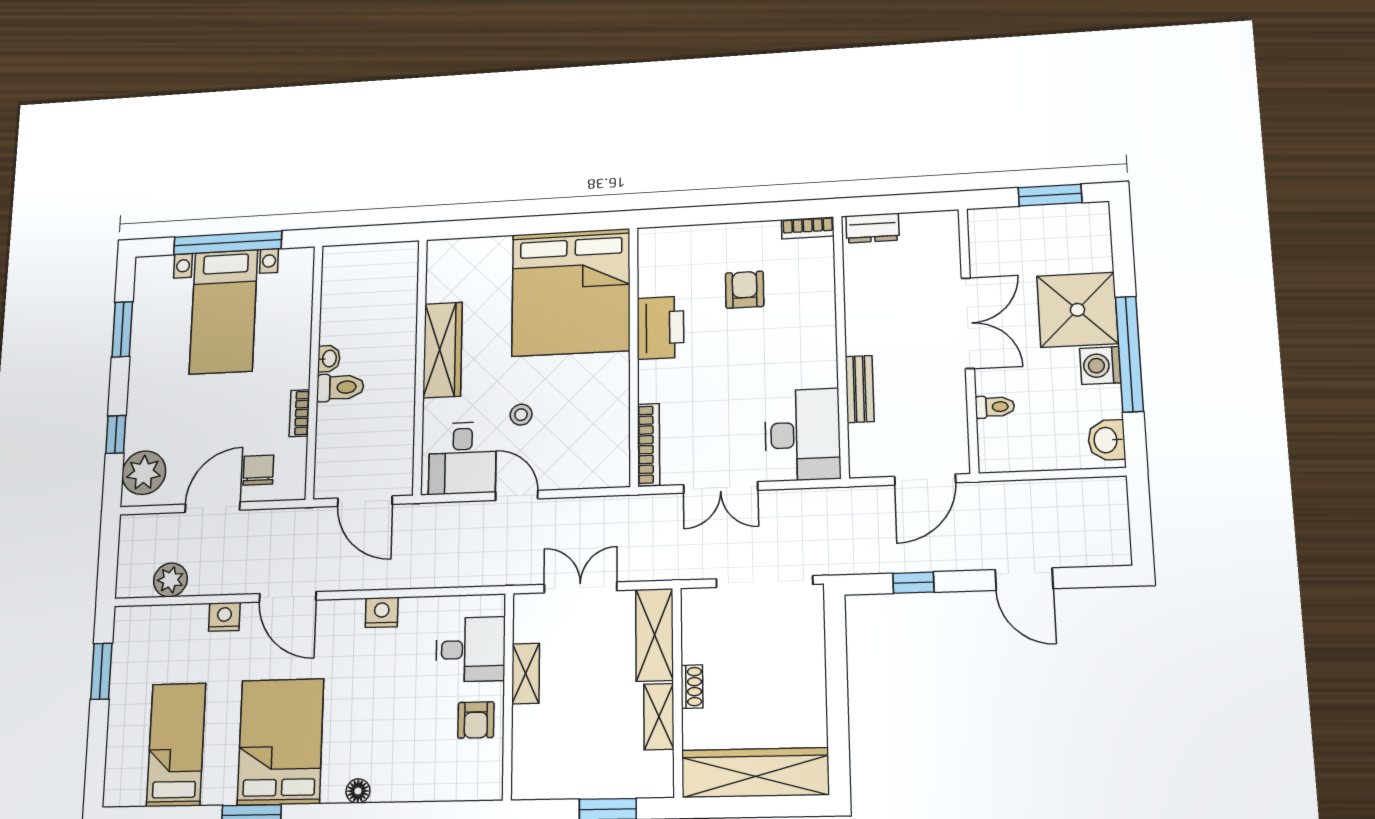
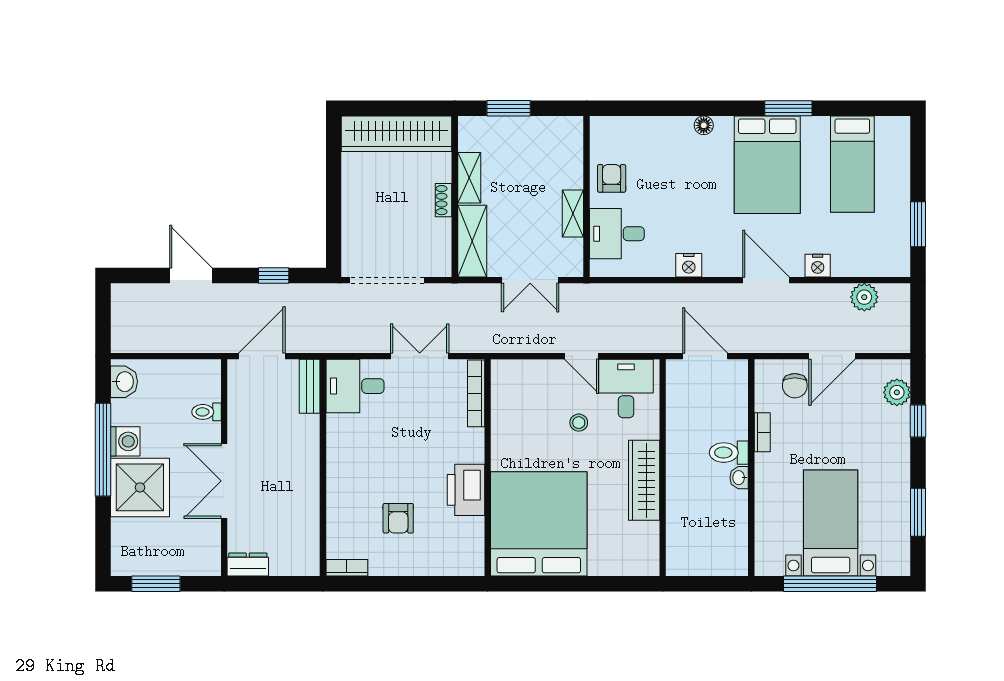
dresser: (873, 228) -> (248, 565), moved
bench: (860, 389) -> (310, 386), moved
desk: (803, 435) -> (355, 386), width x0.73
plant: (144, 473) -> (897, 392), width x0.73, depth x0.73

